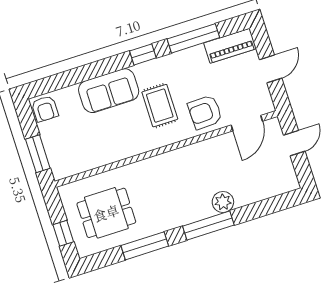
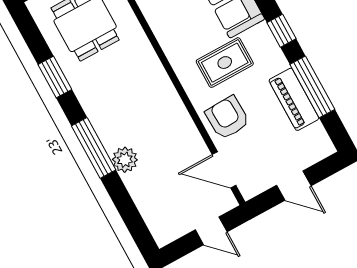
piano: (230, 46) -> (294, 99), moved
window: (145, 246) -> (55, 77), width x0.69

